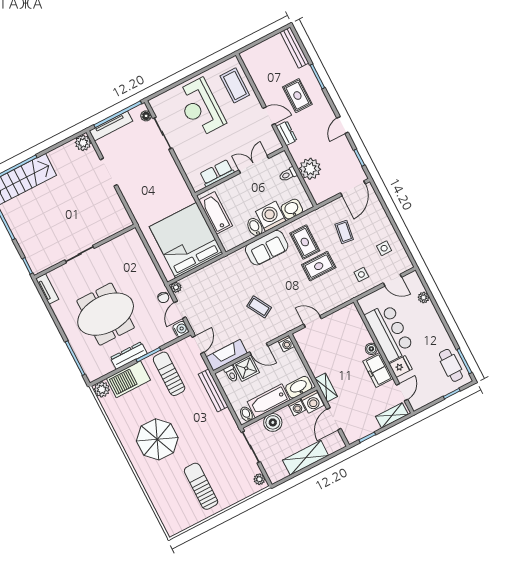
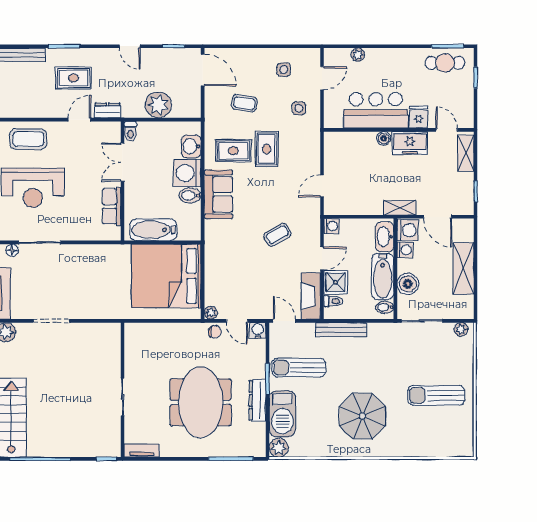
toilet: (288, 174) -> (130, 131), moved

